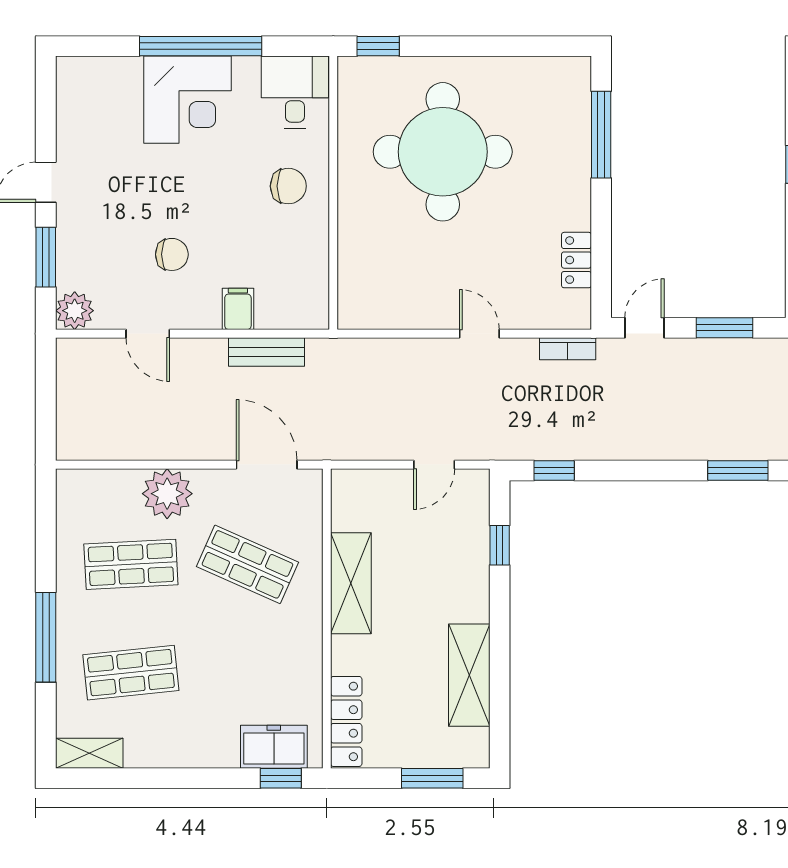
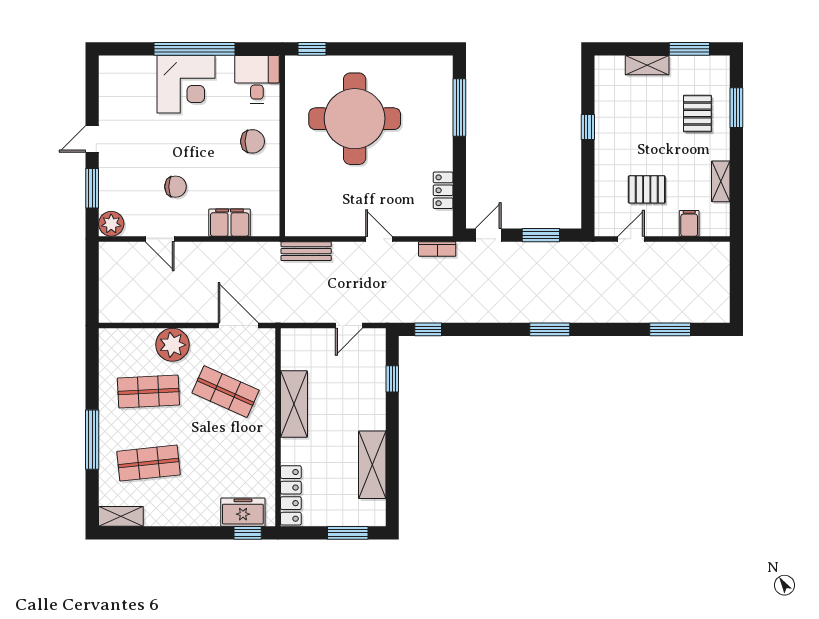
filing cabinet: (238, 309) -> (230, 223), width x2.00
bench: (267, 352) -> (306, 251), moved

